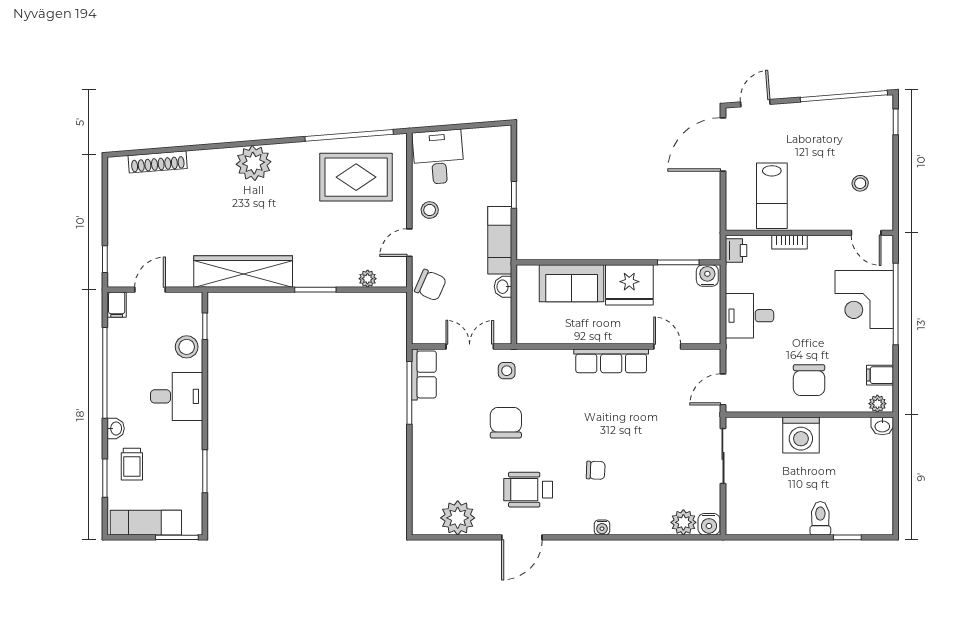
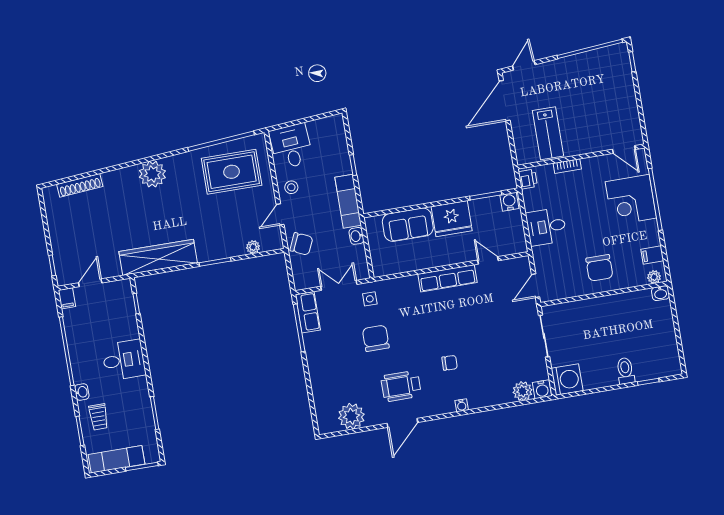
stool: (860, 183) -> (613, 113), removed
stool: (187, 347) -> (125, 321), removed
washing machine: (801, 435) -> (567, 380), moved, turned -90

